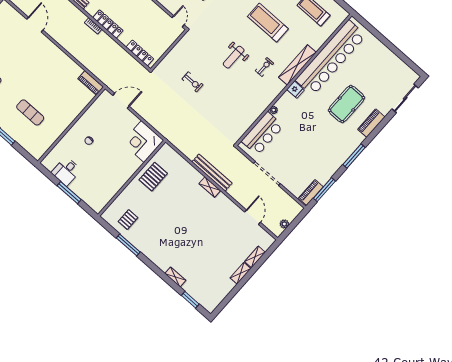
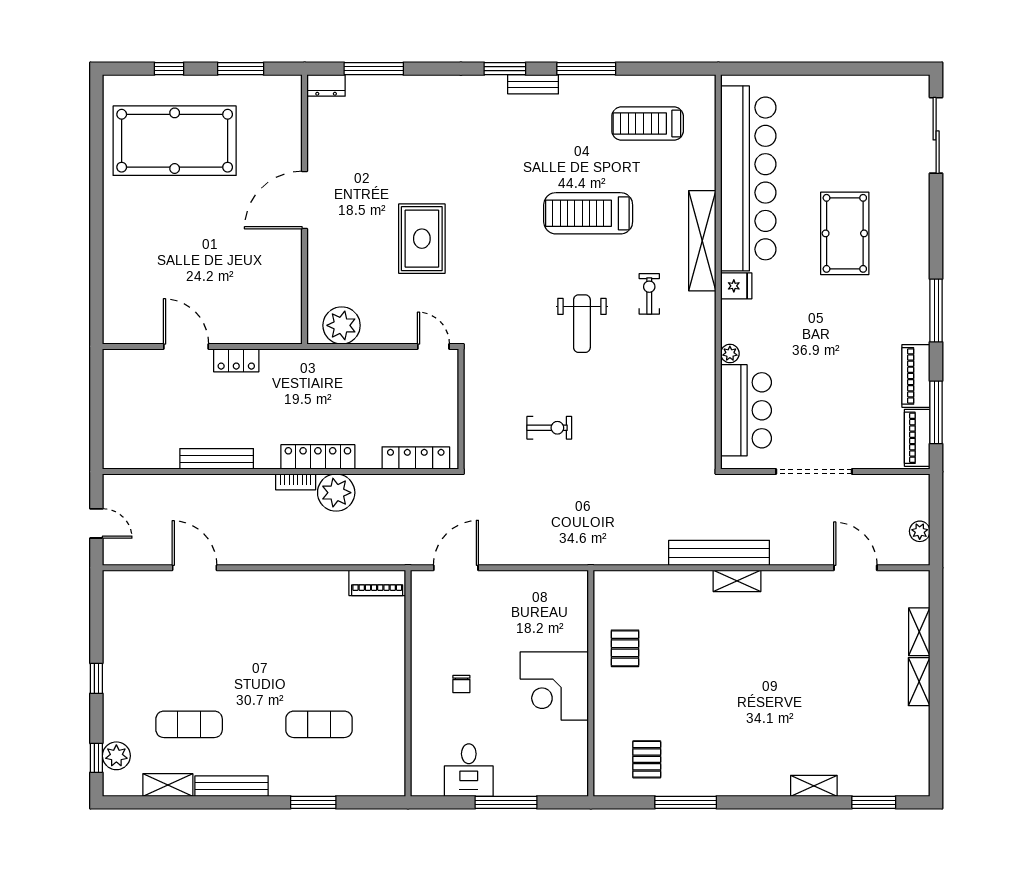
plant: (103, 41) -> (336, 493), added
piano: (371, 123) -> (916, 376), moved
corner desk: (143, 142) -> (554, 686), moved
pallet: (153, 177) -> (625, 648), width x0.67, depth x0.71

